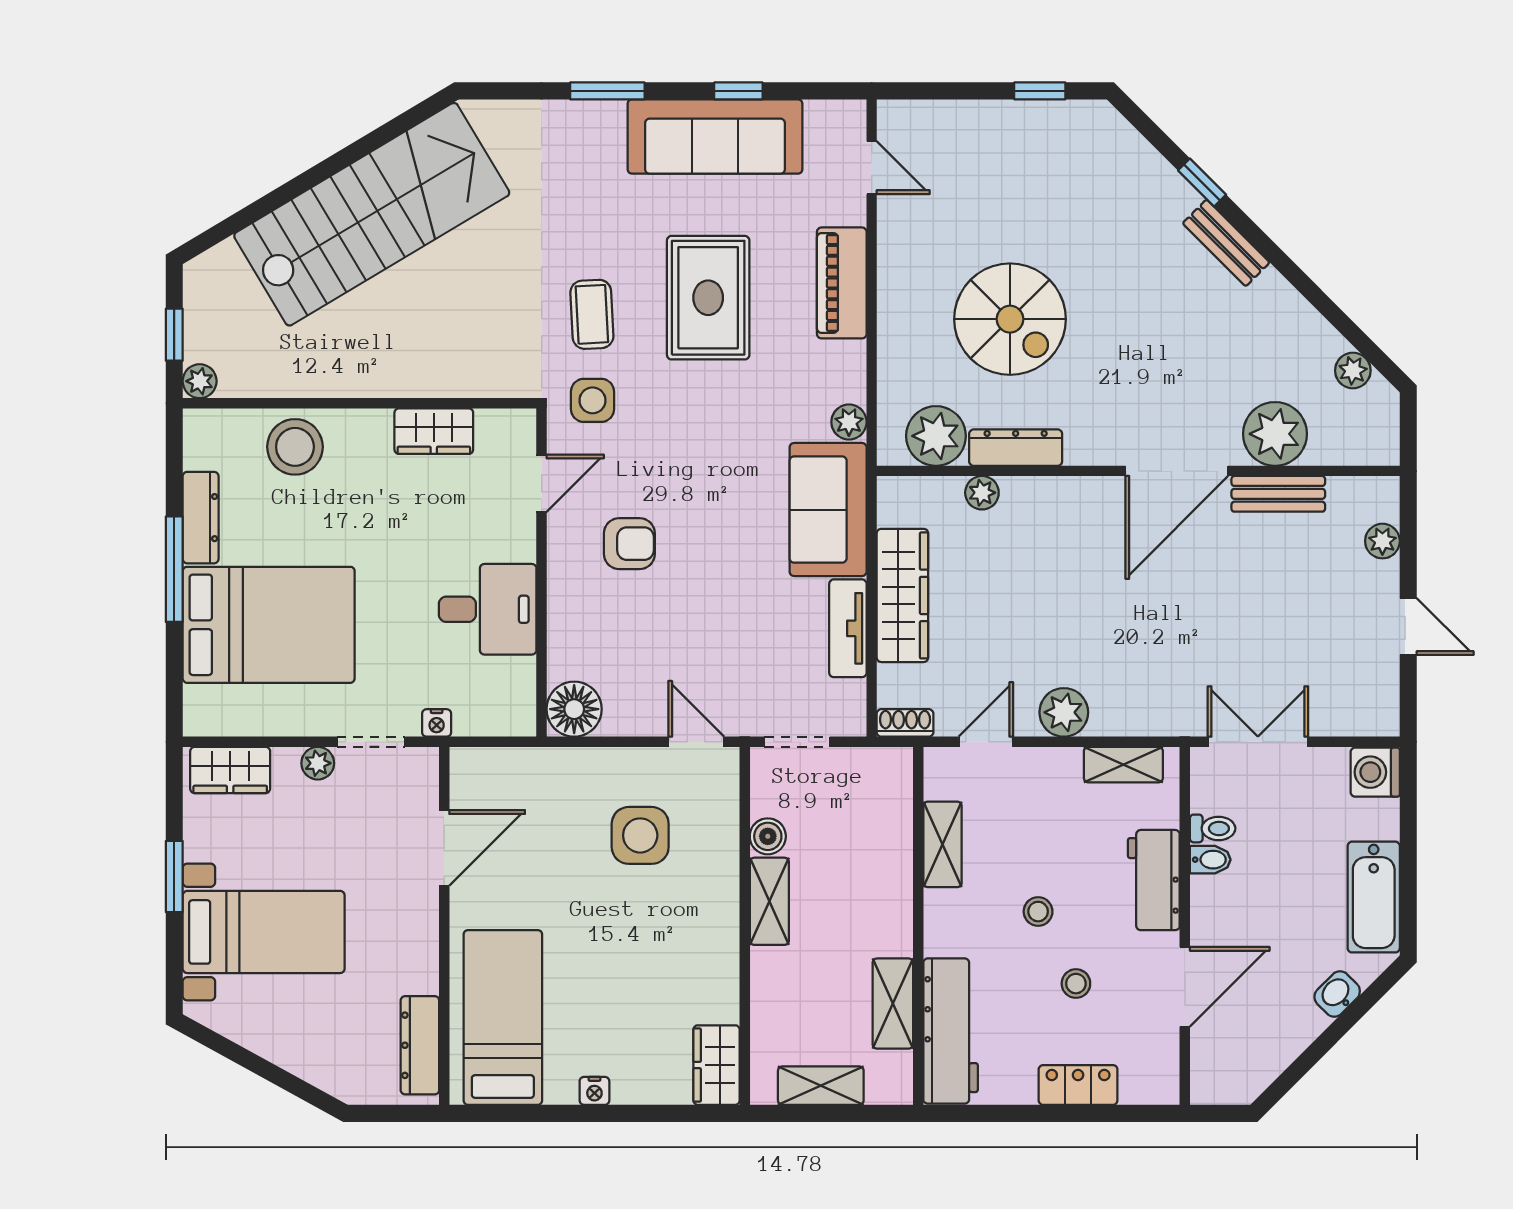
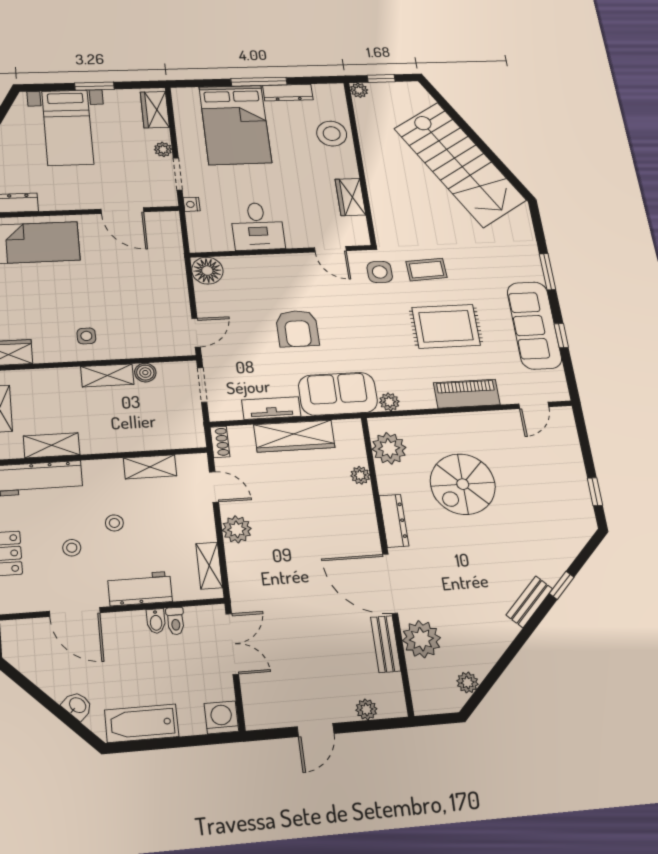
dresser: (1016, 448) -> (394, 521), moved
armchair: (629, 544) -> (297, 329), moved, width x1.38, depth x1.38
side table: (640, 835) -> (86, 336), moved, width x0.54, depth x0.54

